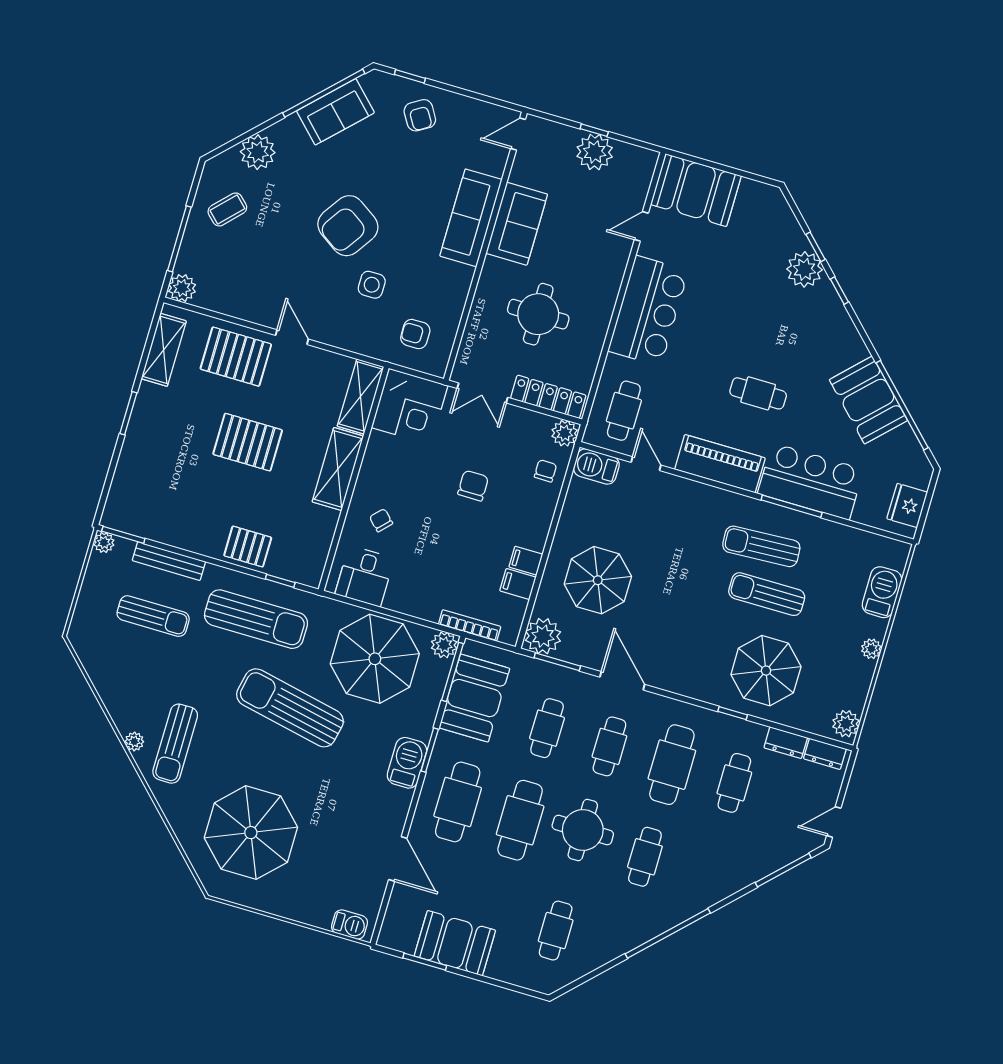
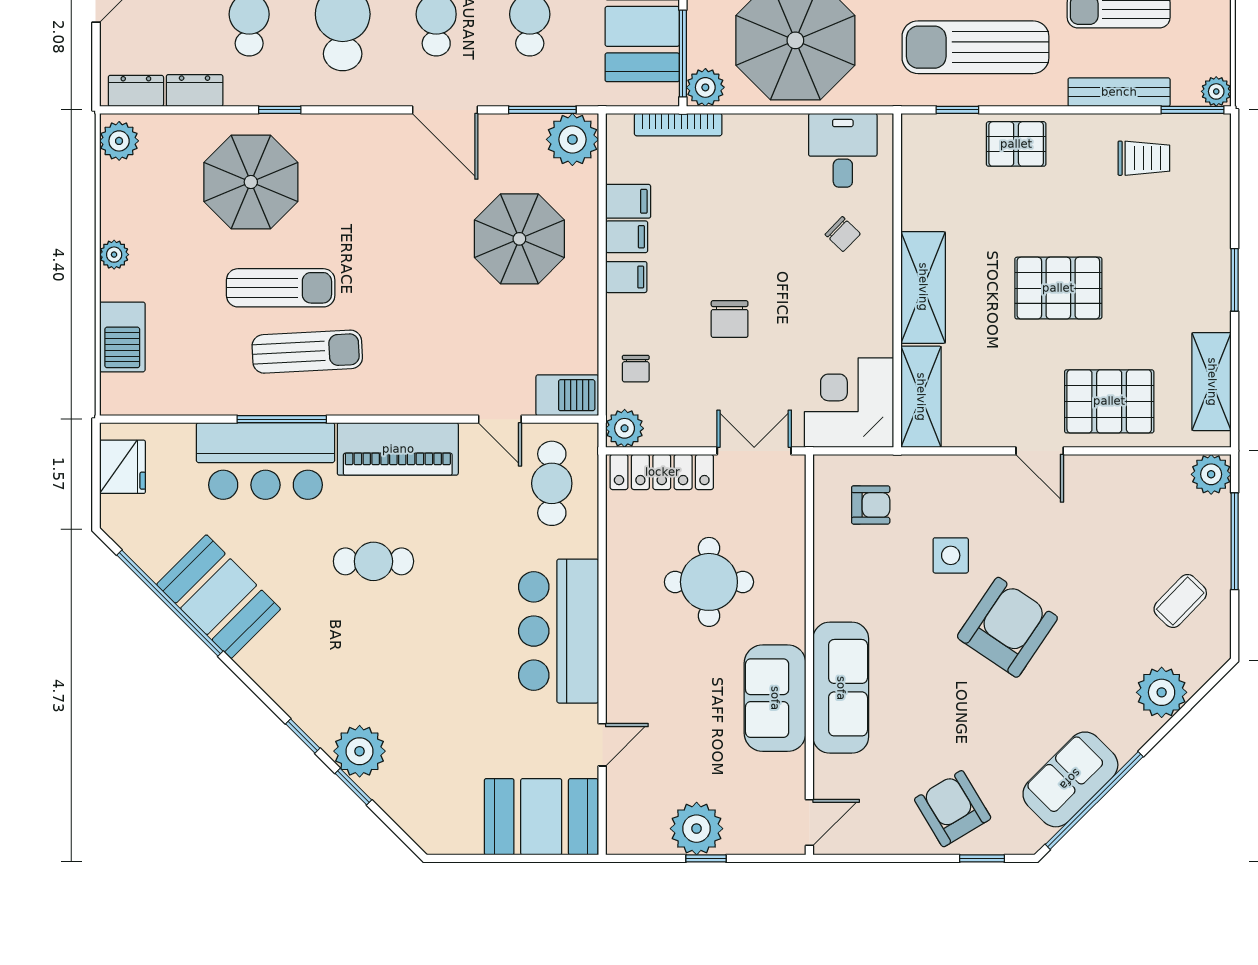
armchair: (420, 115) -> (953, 809), width x1.38, depth x1.38
trolley: (165, 512) -> (1144, 158), added
filing cabinet: (534, 534) -> (626, 277), added

